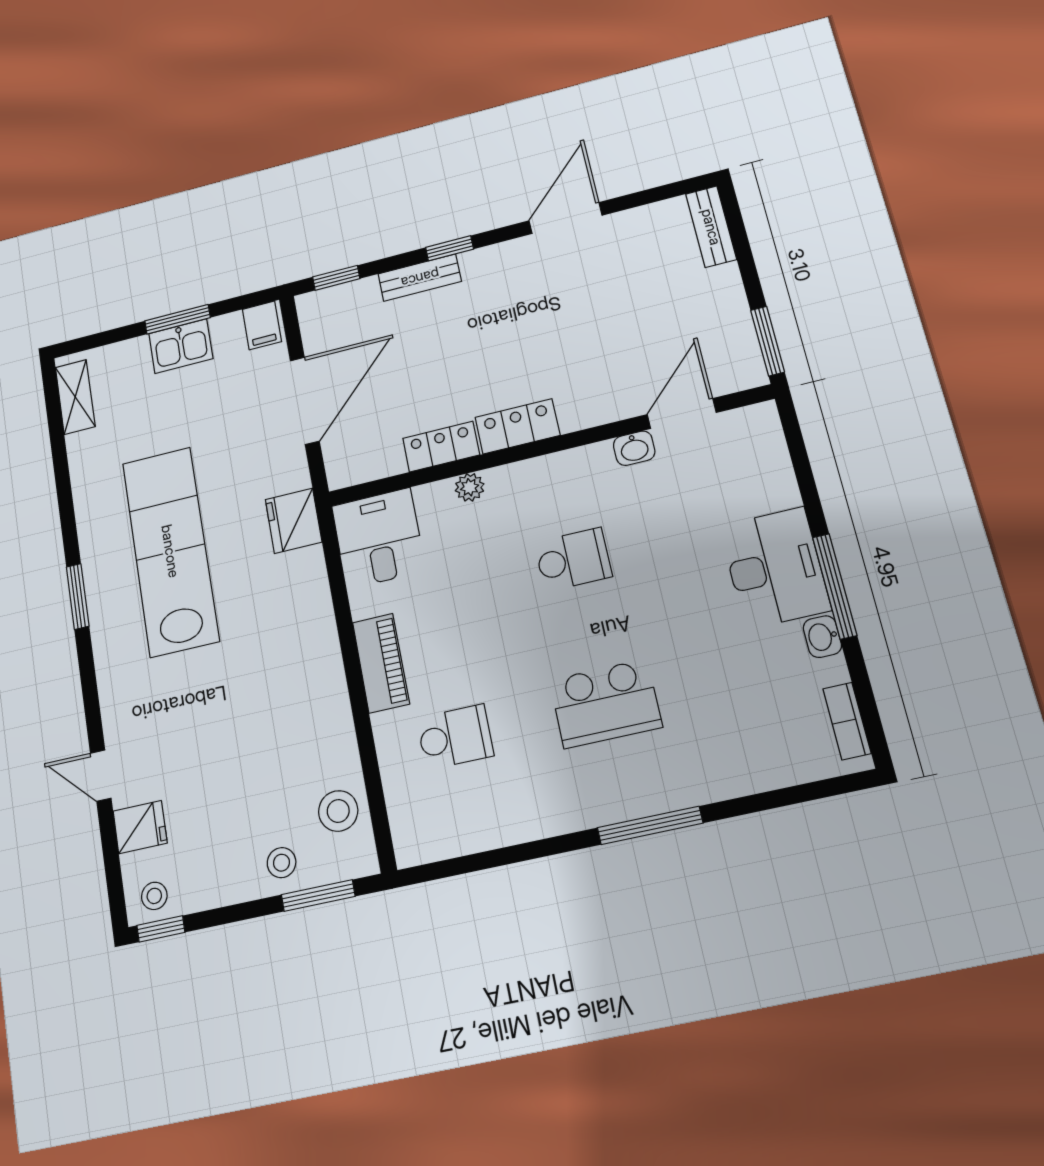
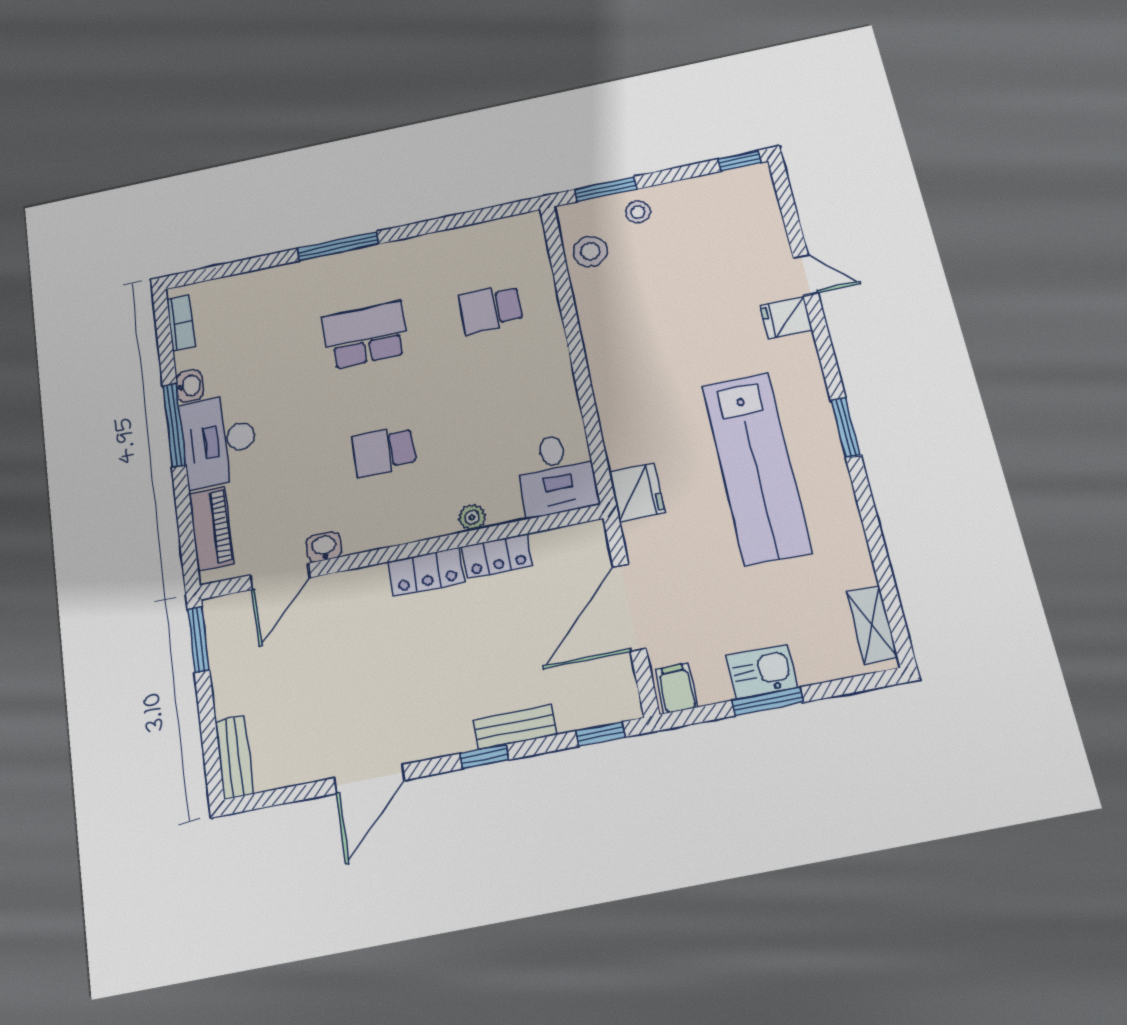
piano: (381, 663) -> (211, 528), moved, turned 180
fridge: (140, 827) -> (786, 318), moved
stool: (154, 896) -> (747, 184), removed

